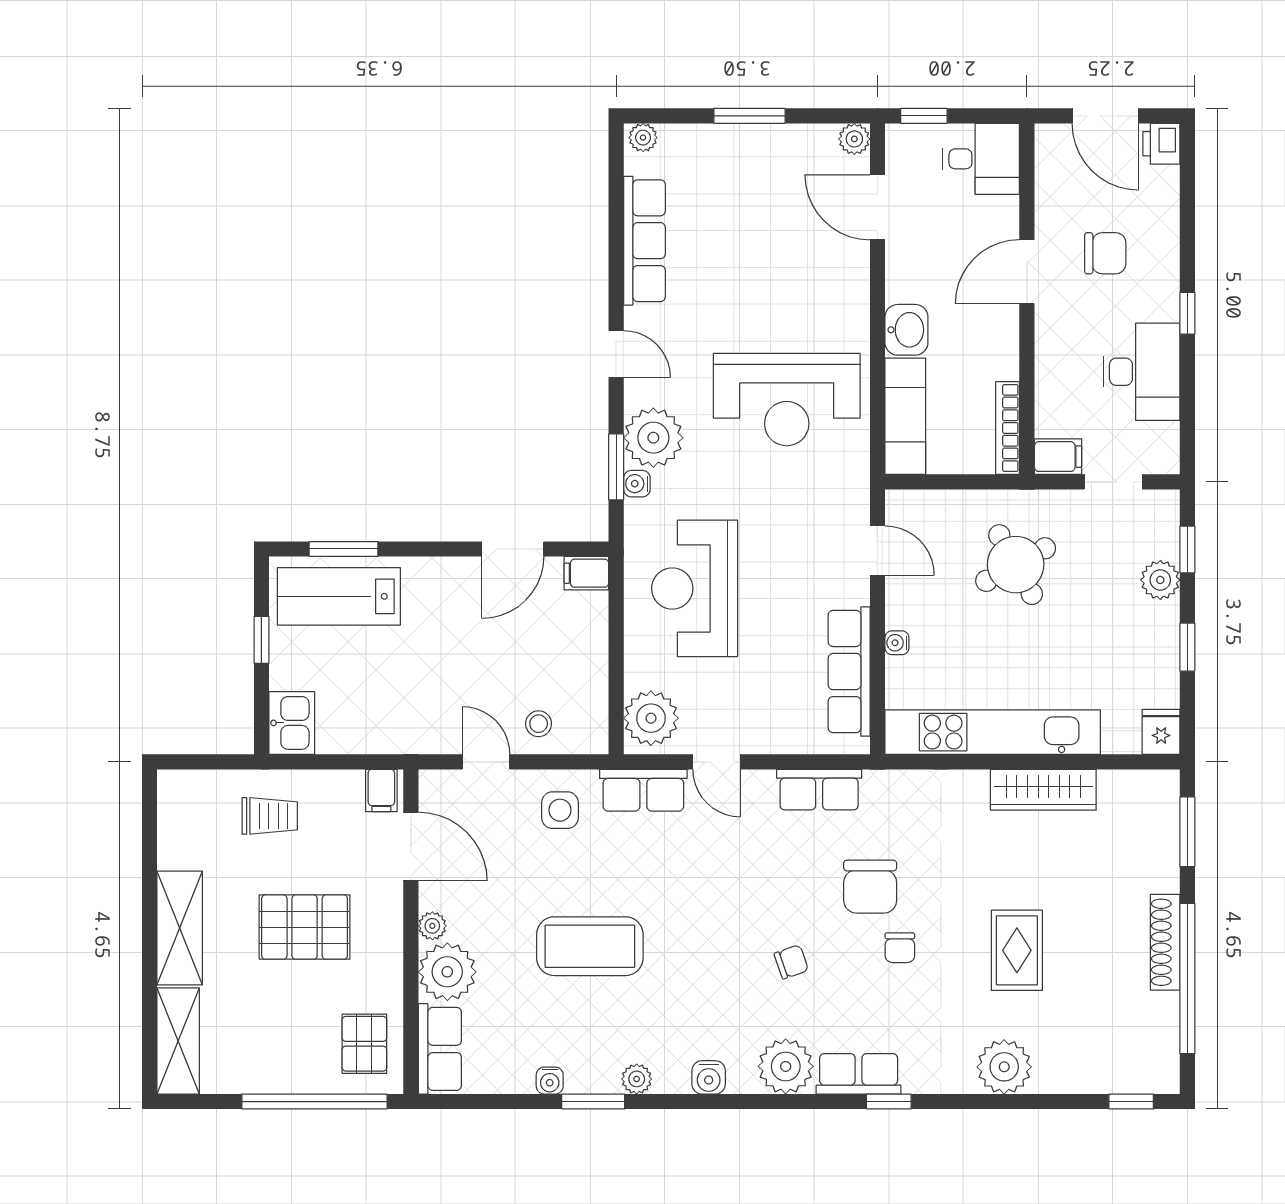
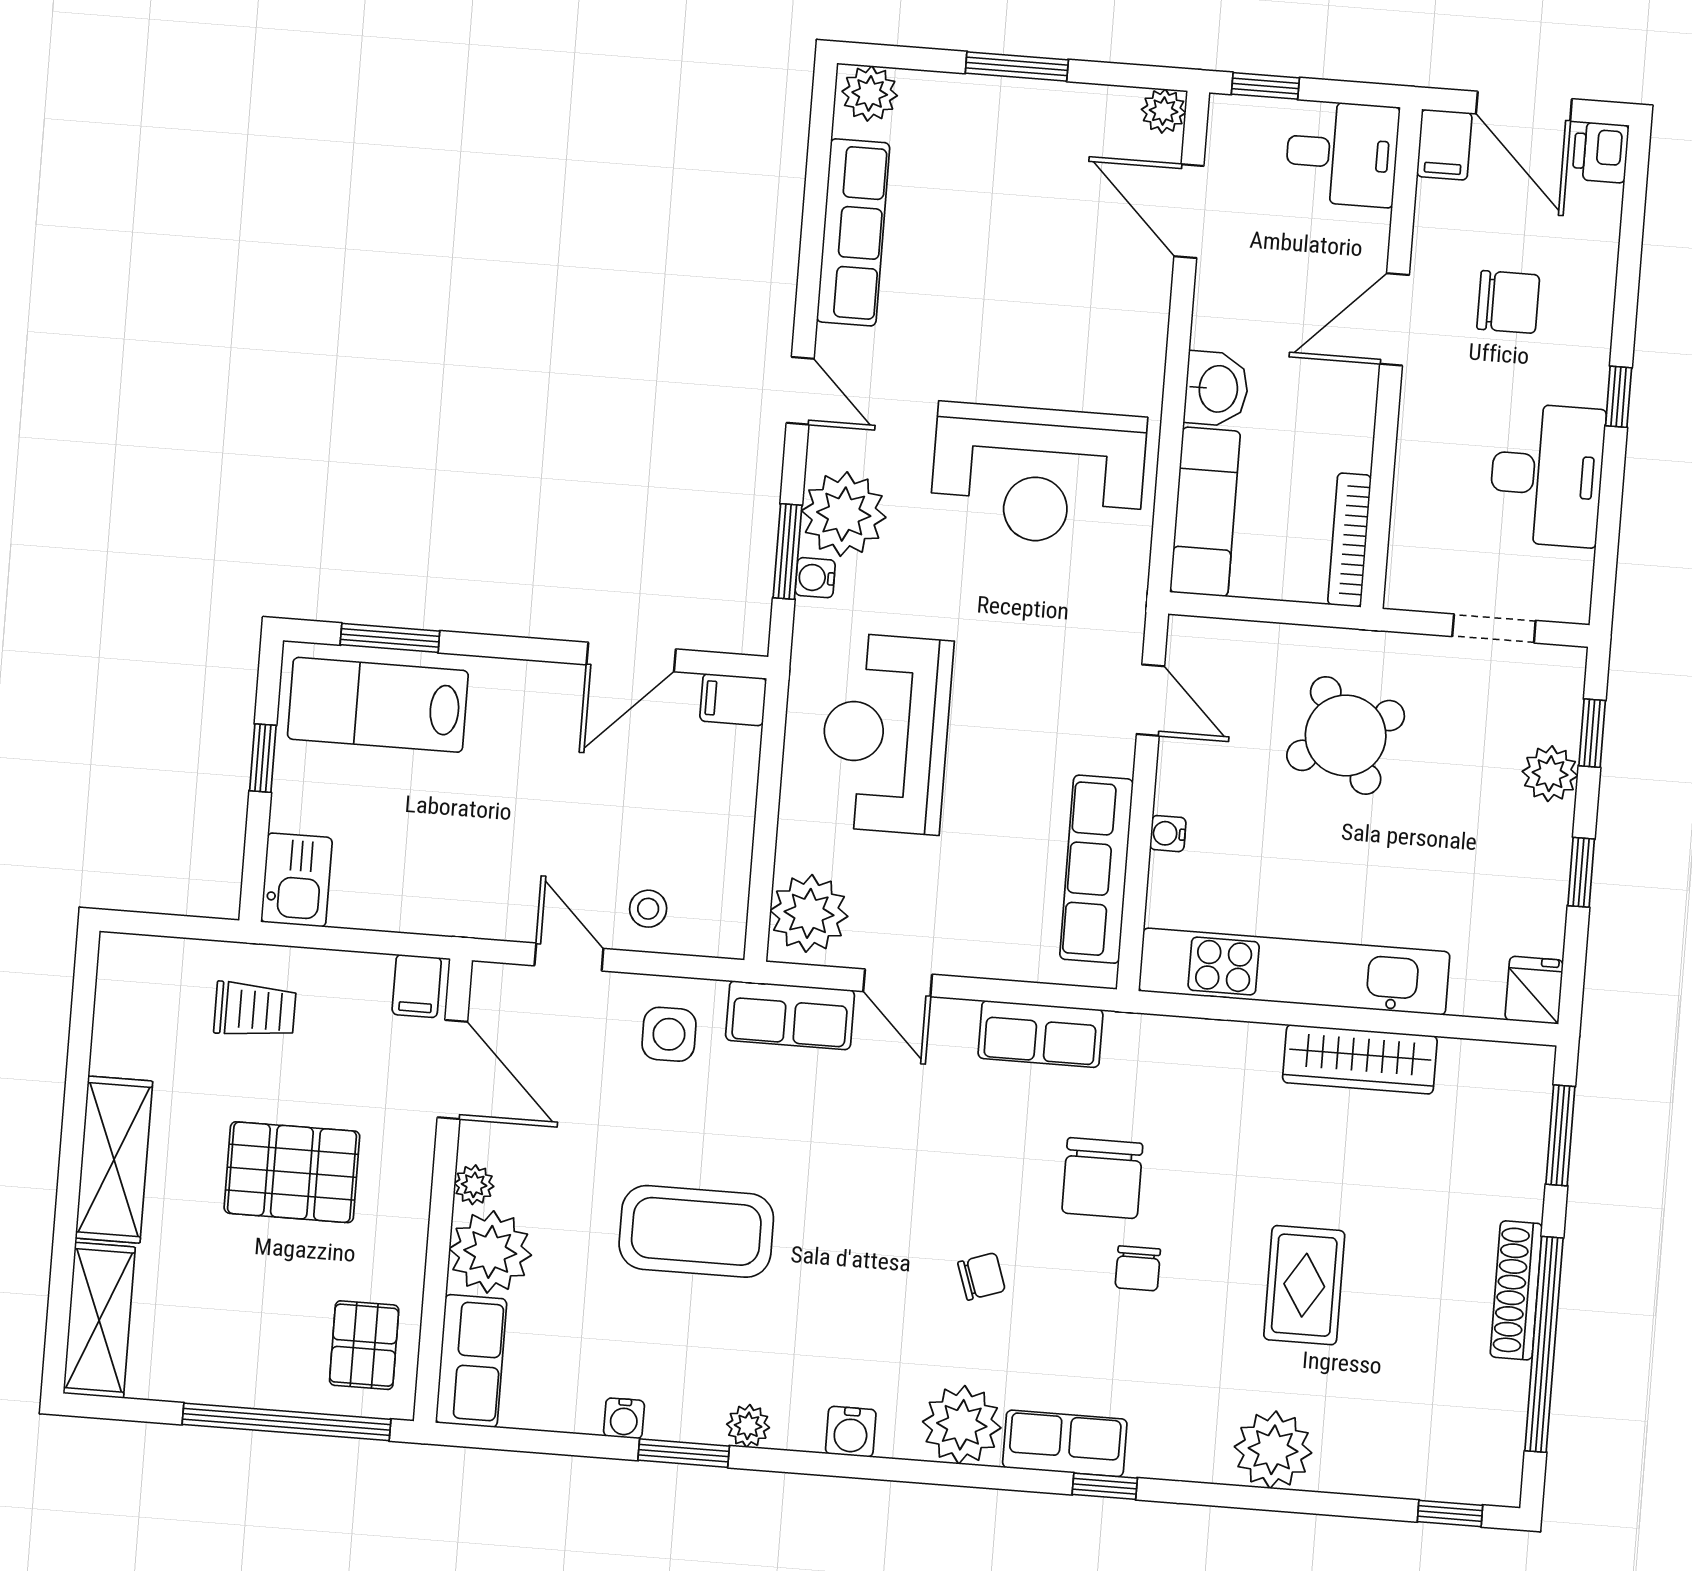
plant: (643, 138) -> (870, 93), width x1.38, depth x1.38
filing cabinet: (1058, 457) -> (1444, 145), moved, turned 90

